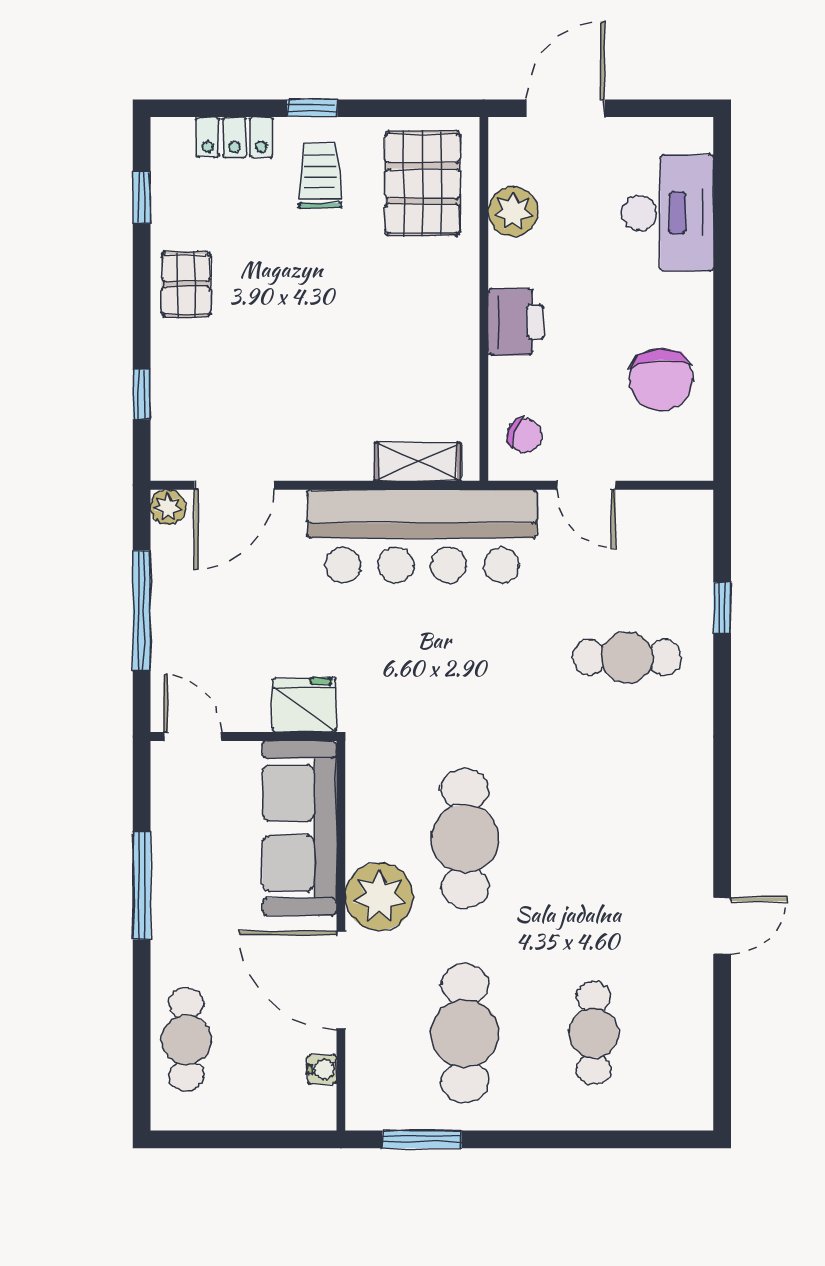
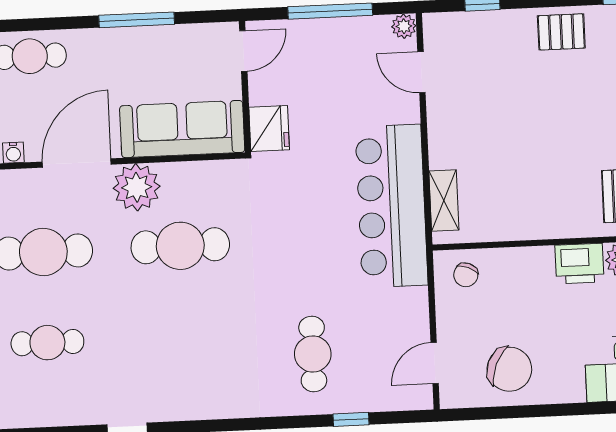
printer: (516, 322) -> (579, 264), moved
chair: (661, 380) -> (509, 369), turned -153
door: (234, 485) -> (421, 72), width x0.73
door: (586, 485) -> (435, 363), moved

